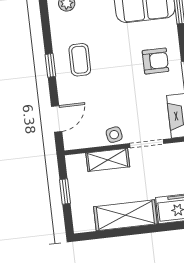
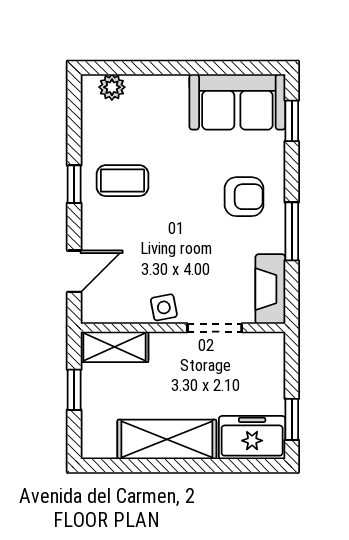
coffee table: (80, 60) -> (122, 181), turned 90
shelving: (108, 160) -> (114, 347), moved

